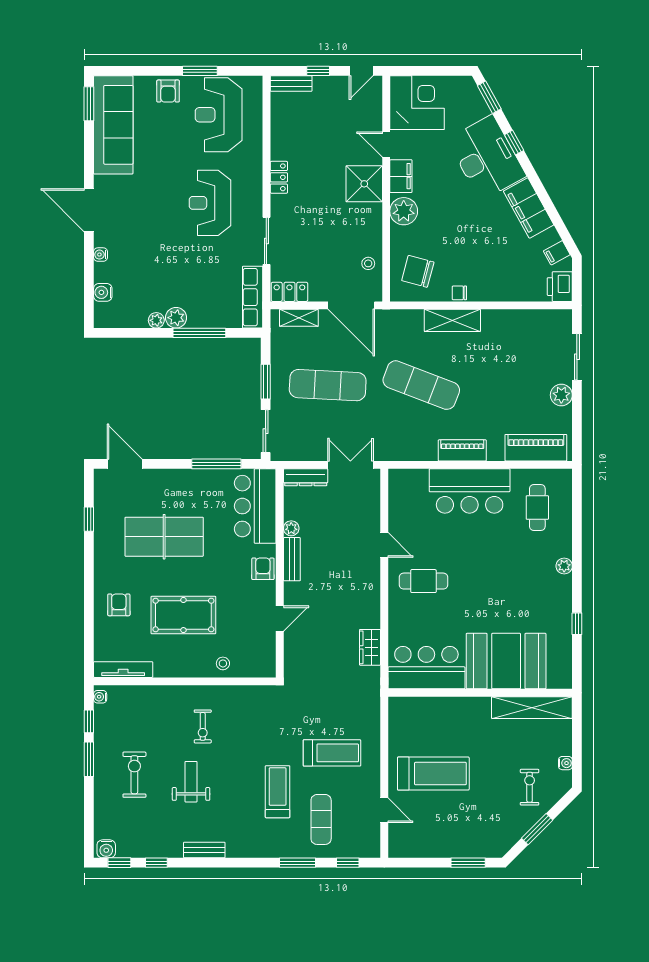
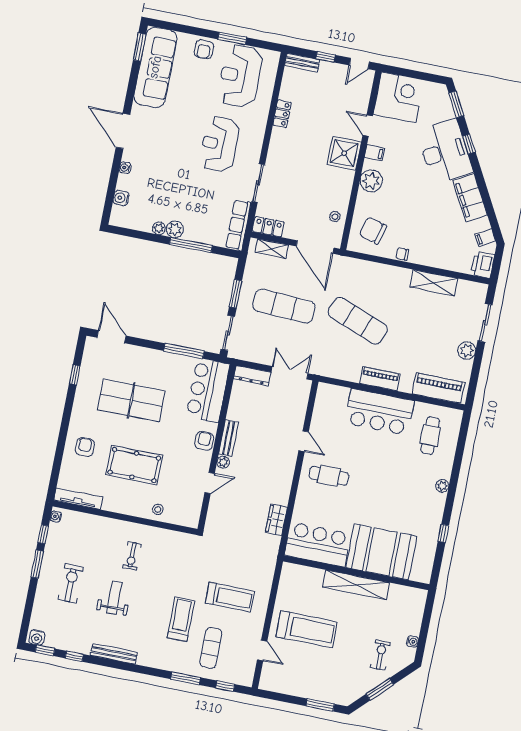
filing cabinet: (401, 176) -> (374, 153), width x0.50
locker: (279, 177) -> (282, 114), moved
shelving: (452, 320) -> (434, 283), moved
plant: (291, 528) -> (223, 462), moved
shelving: (532, 708) -> (356, 585), moved
bench: (204, 850) -> (114, 654), width x1.36

